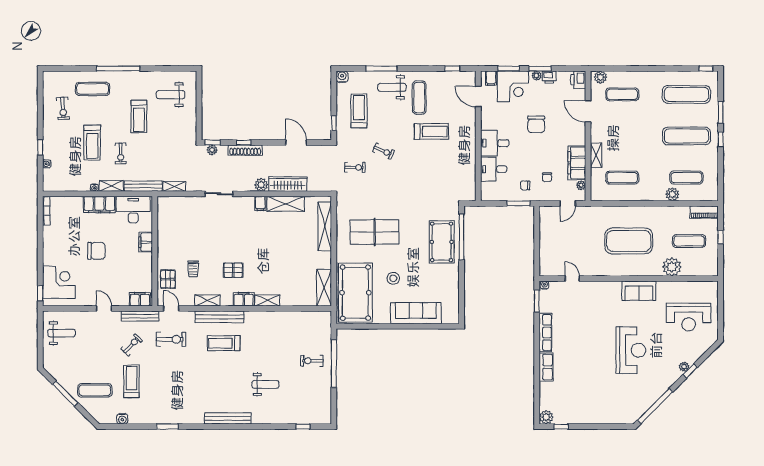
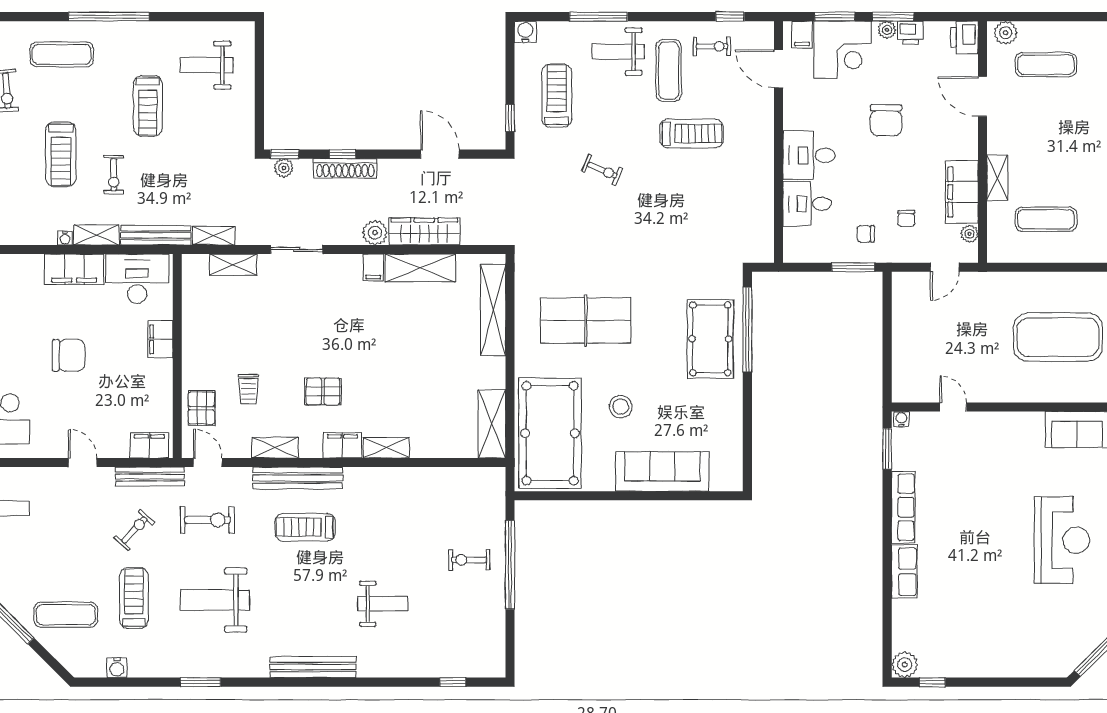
exercise bike: (355, 167) -> (712, 46), moved
shelving: (185, 202) -> (233, 265), added
weight bench: (175, 382) -> (215, 600), added

